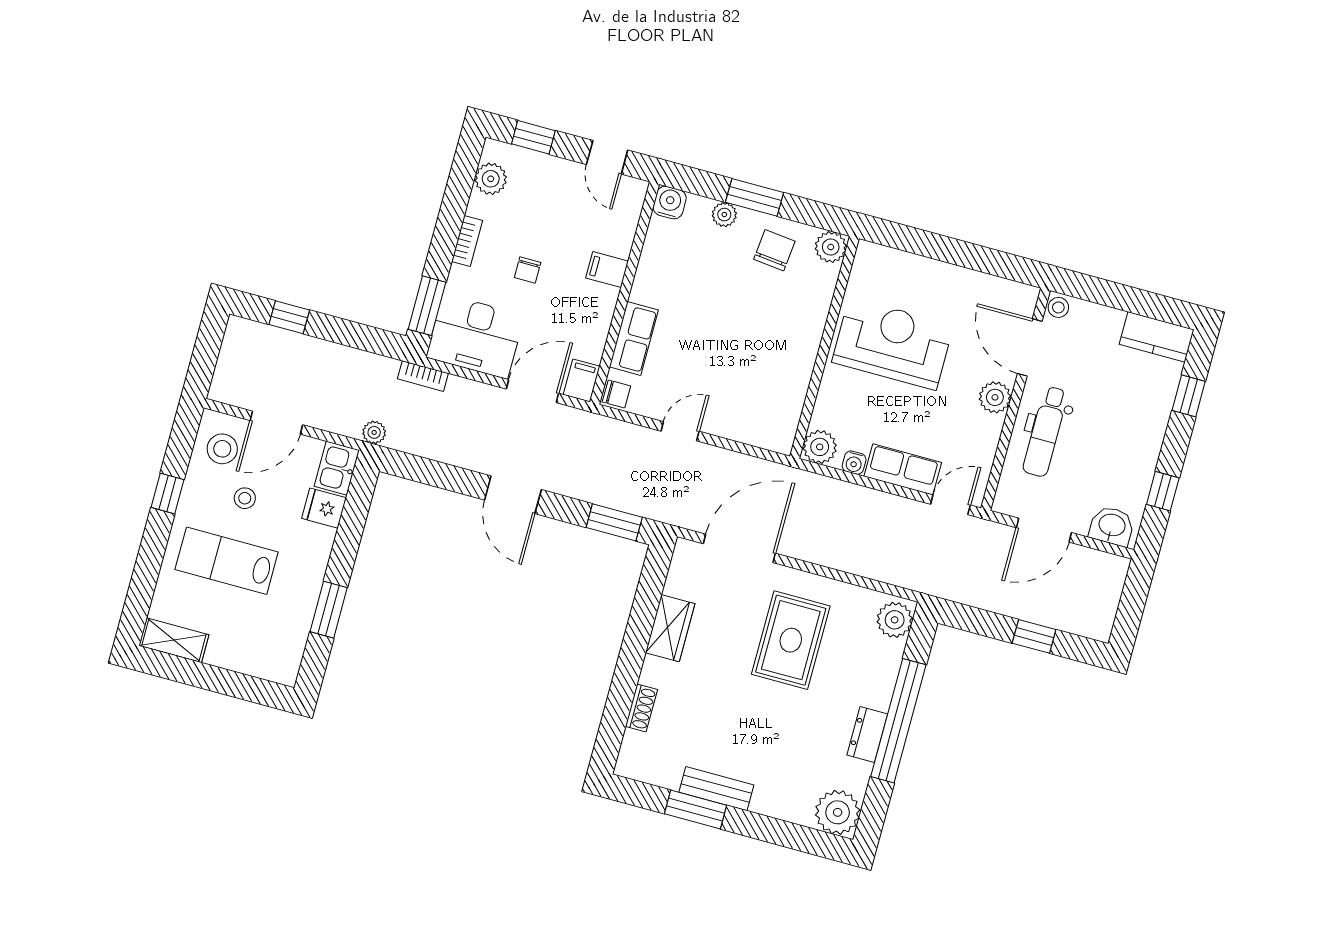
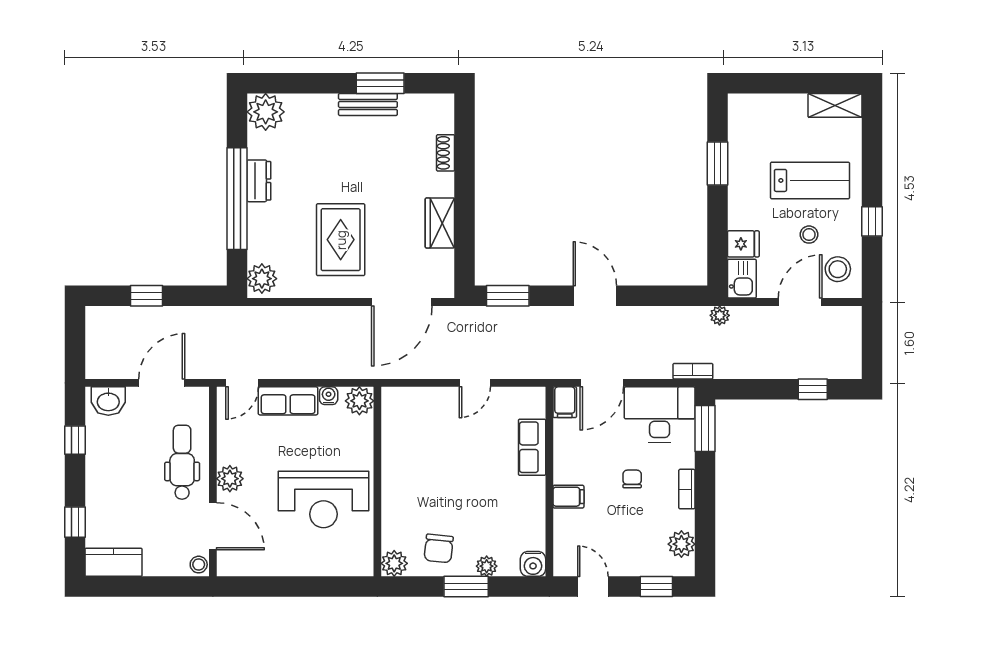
chair: (616, 394) -> (534, 399), removed

